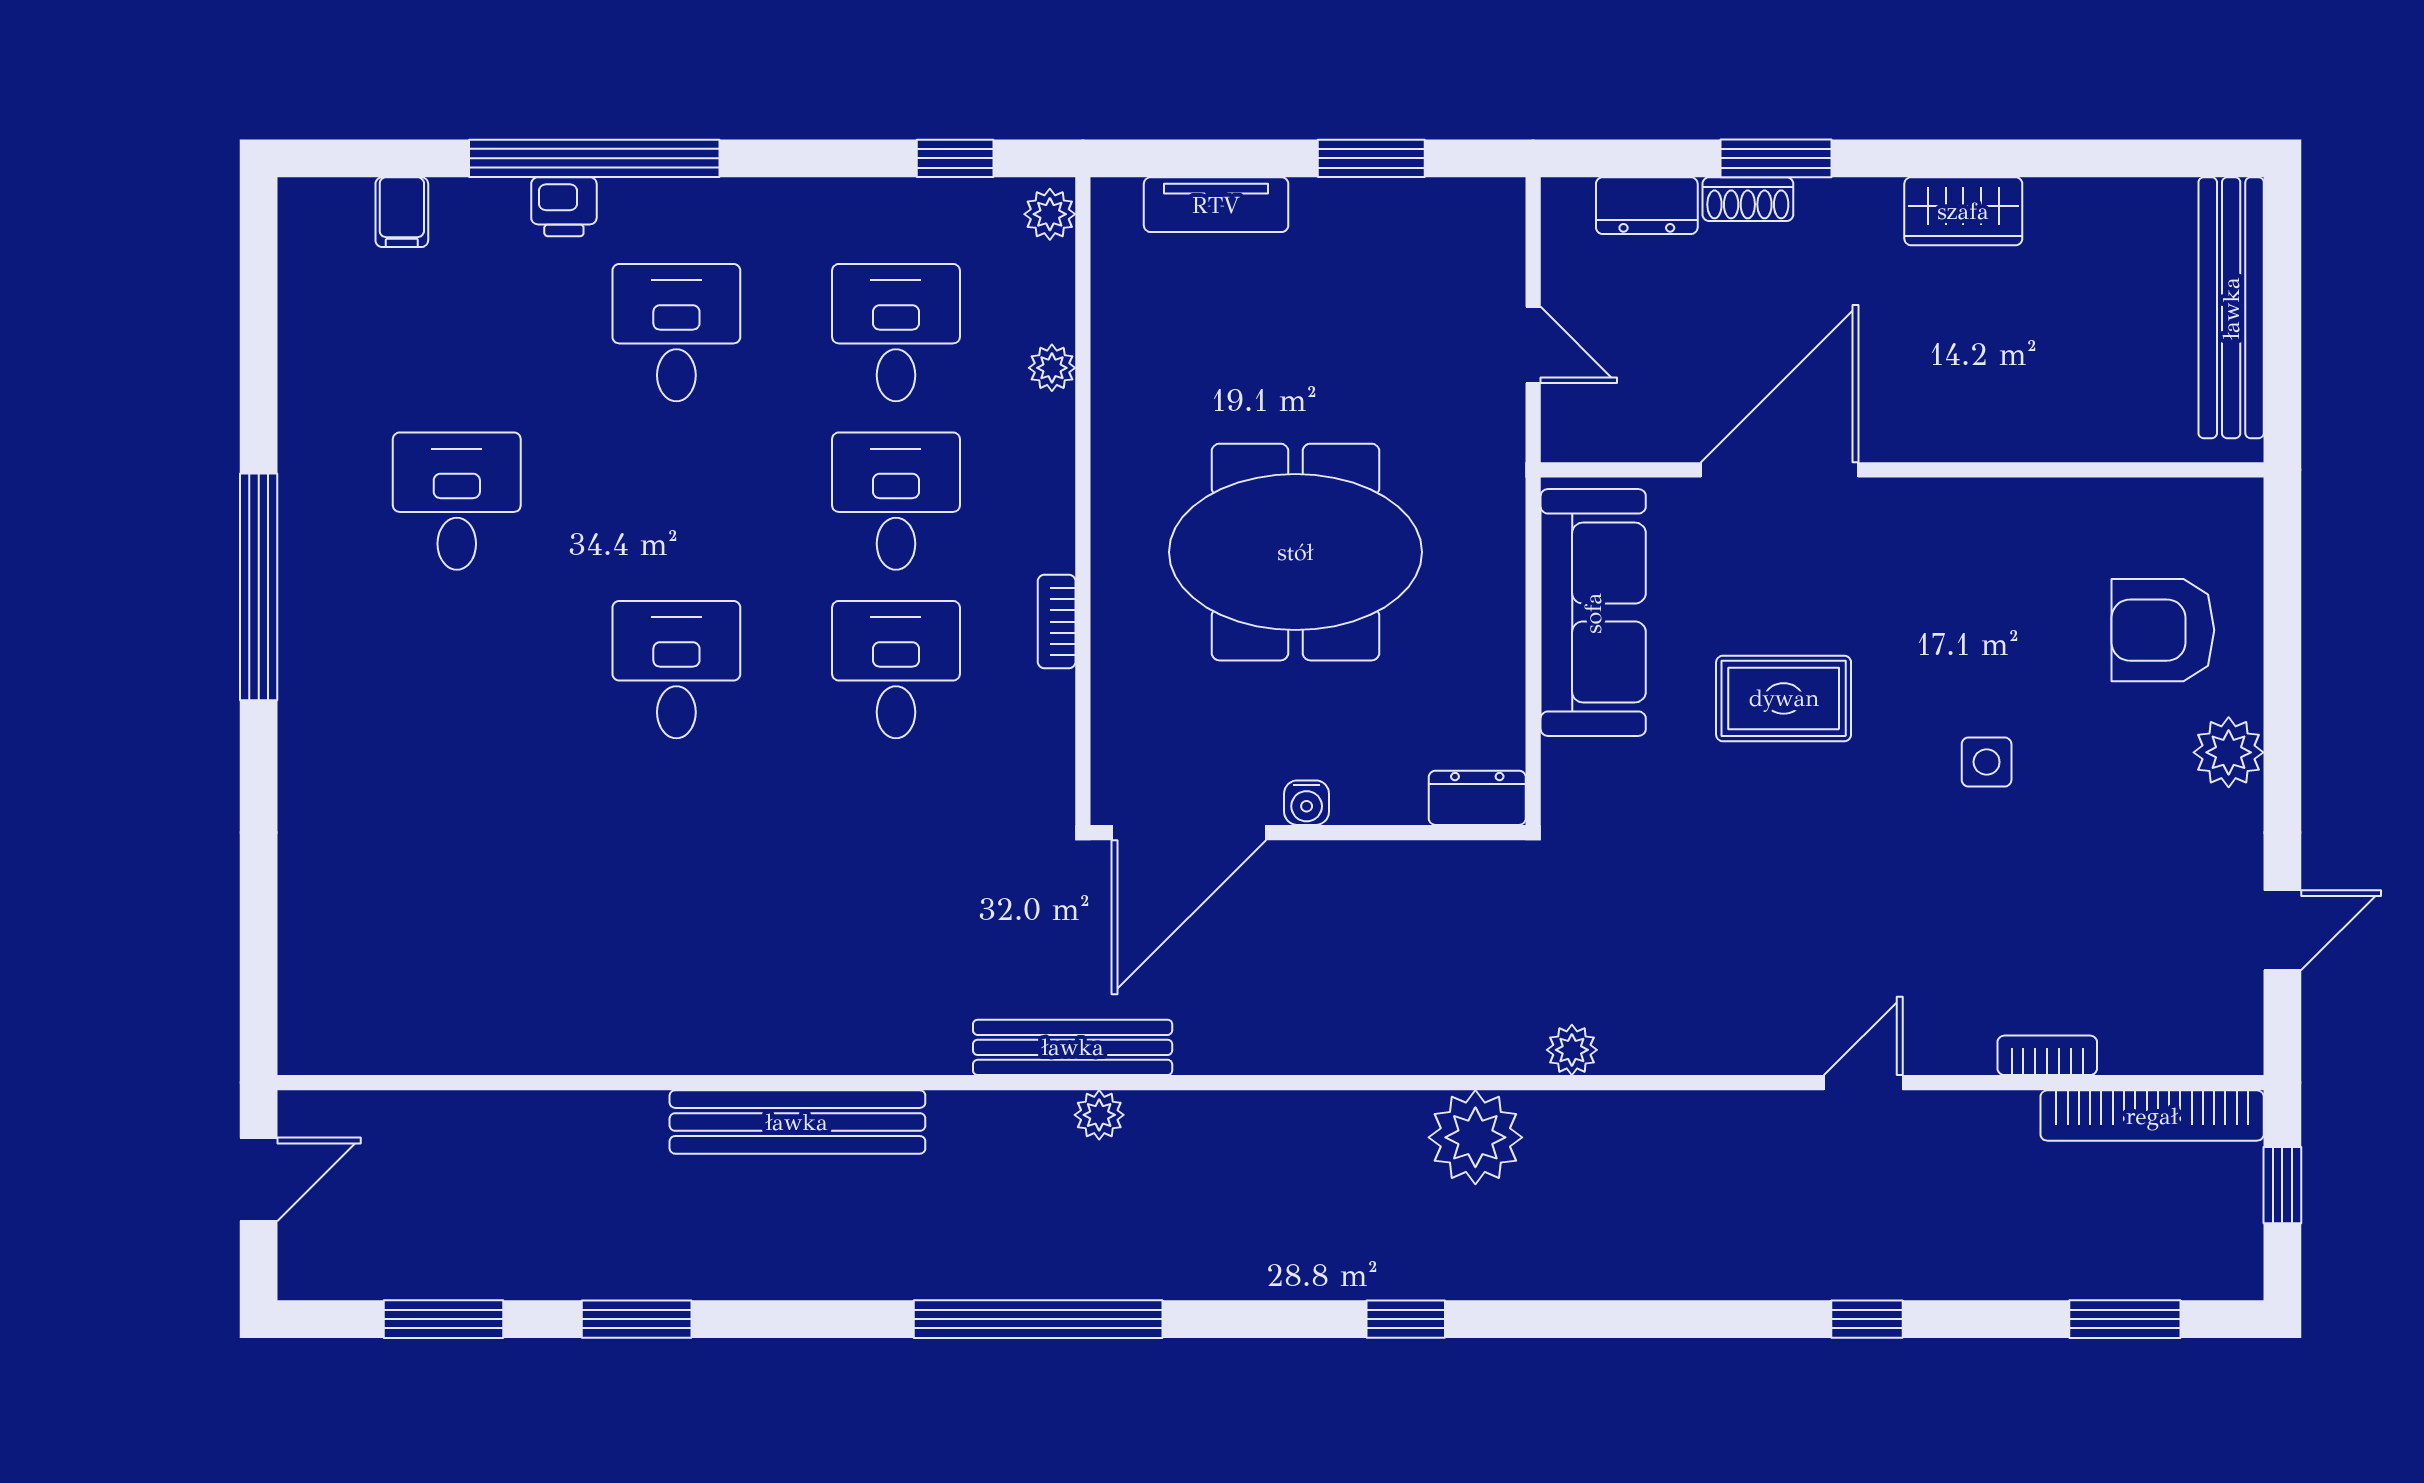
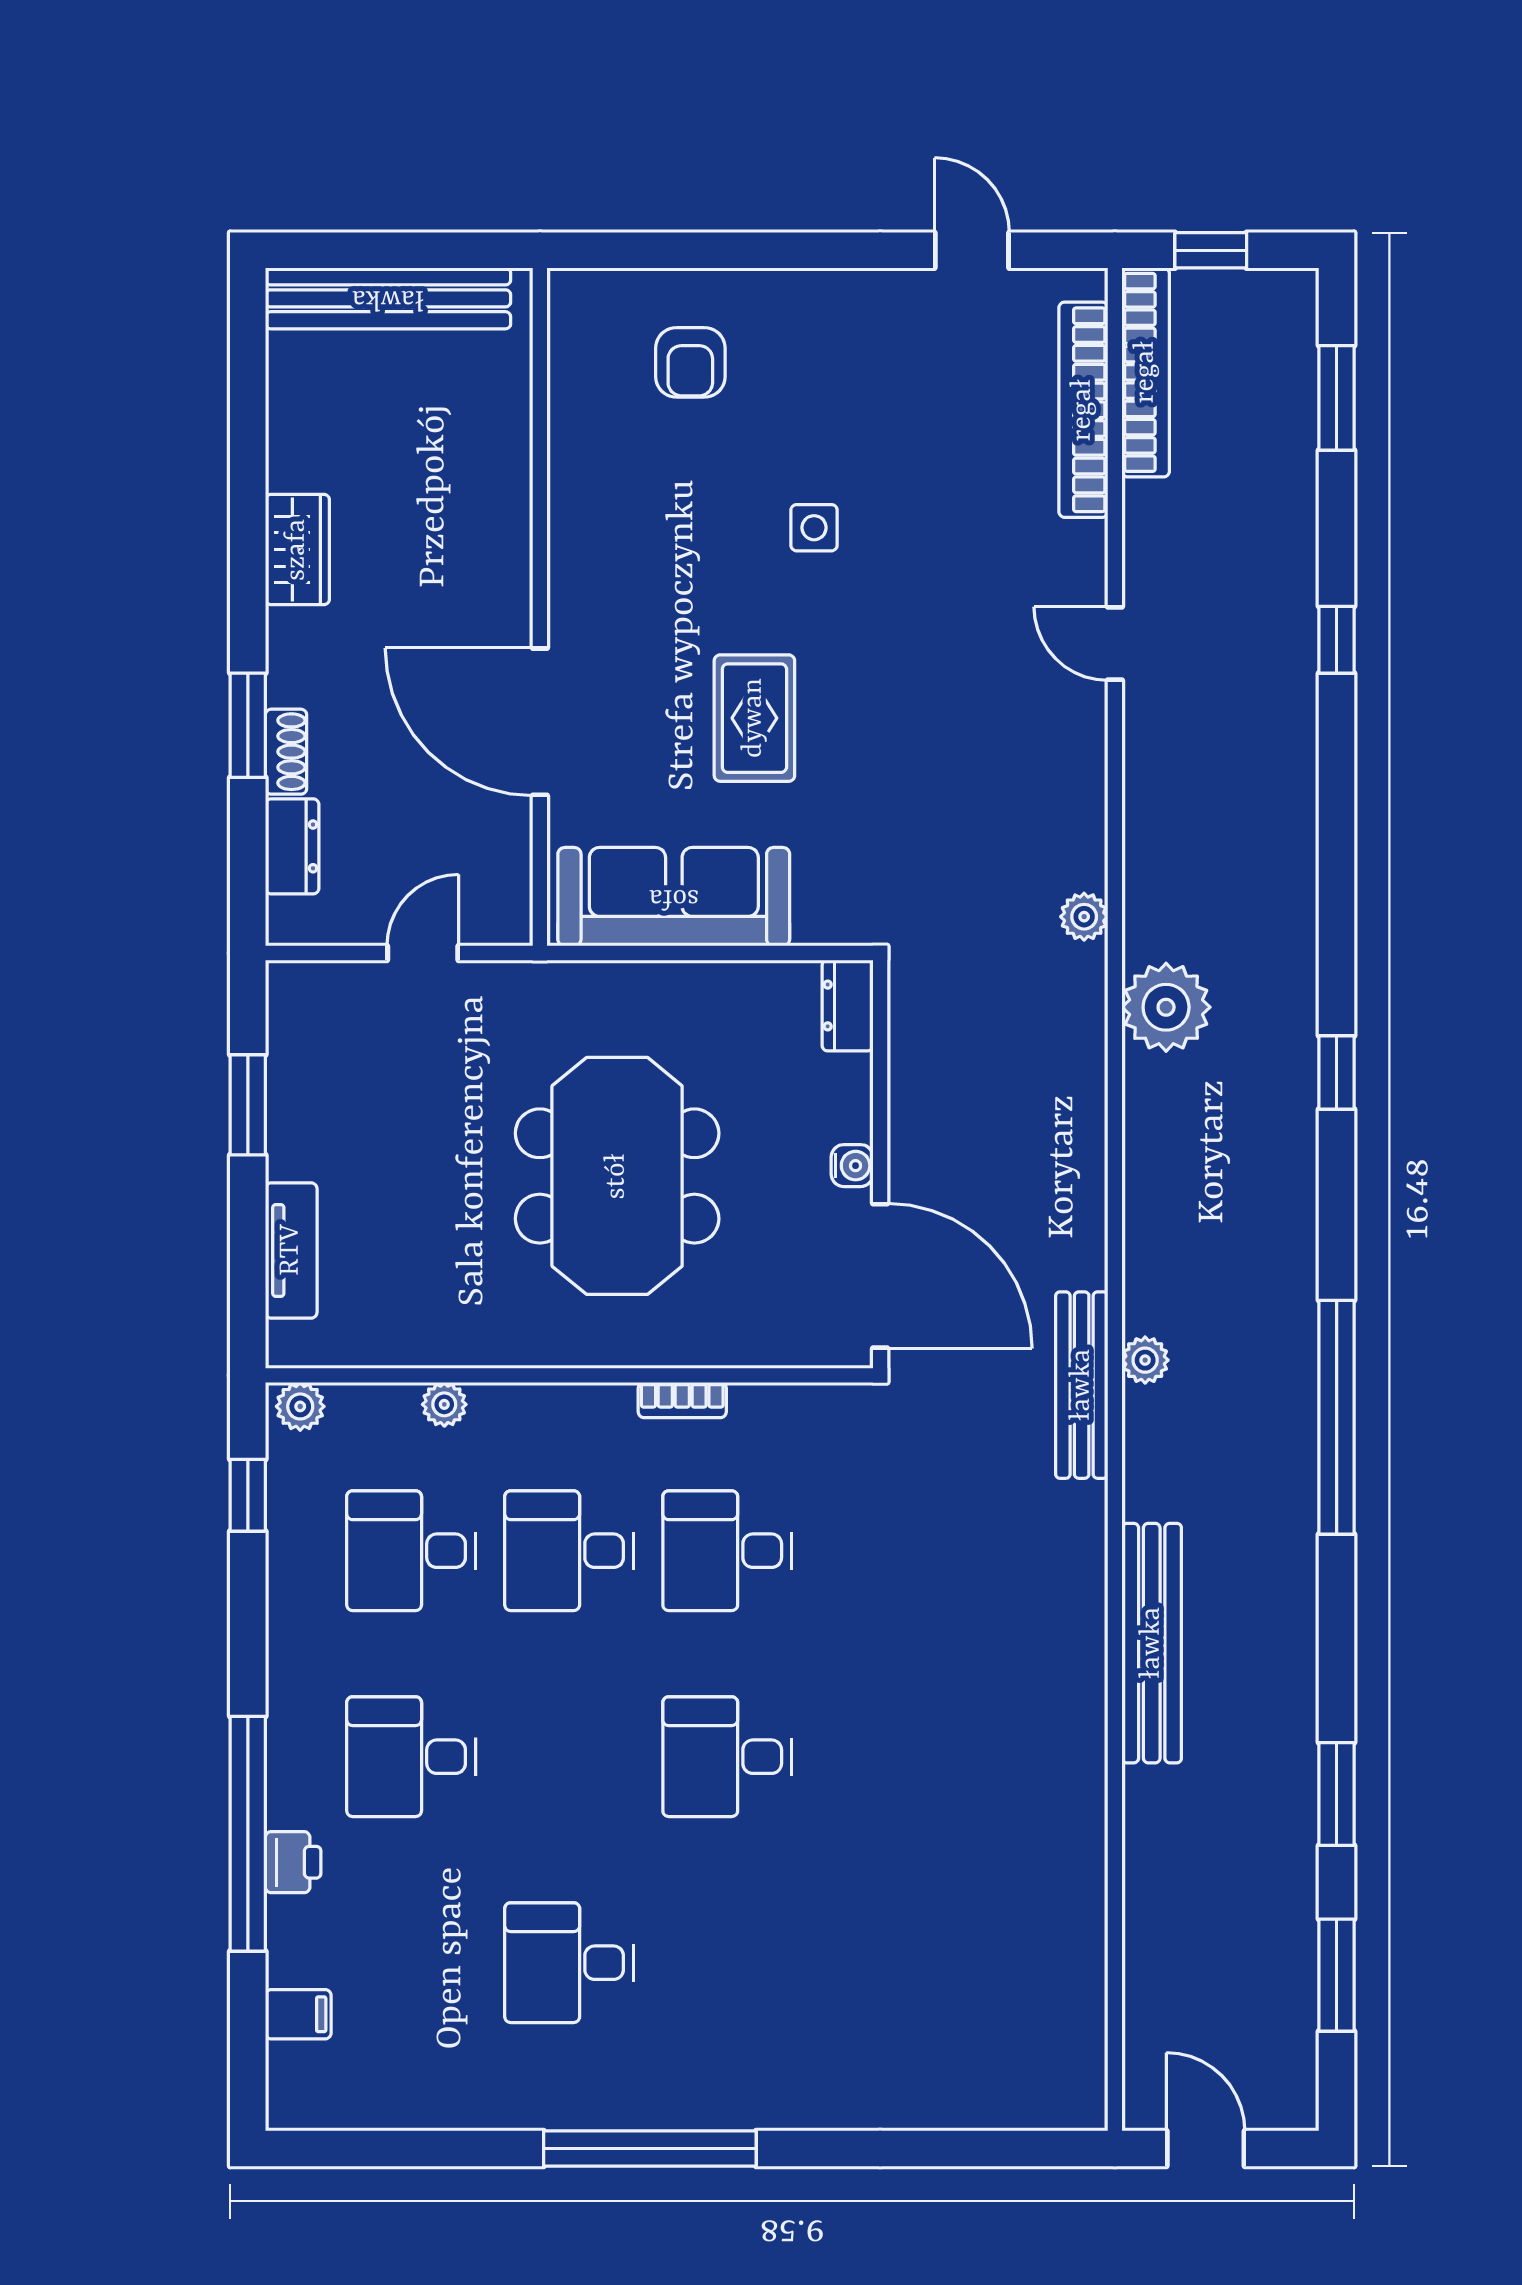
armchair: (2163, 630) -> (690, 362), width x0.72, depth x0.72
plant: (2229, 752) -> (805, 301), removed
bookcase: (2047, 1055) -> (1083, 410), width x2.31, depth x1.31

